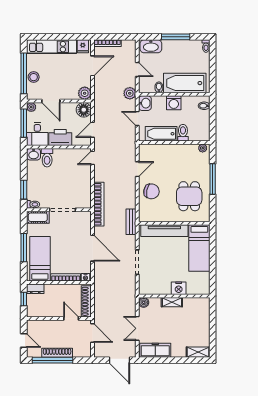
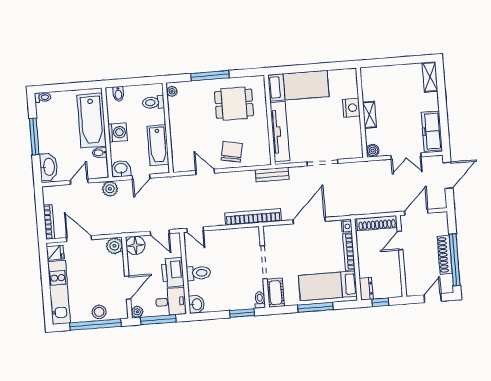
toilet: (183, 133) -> (153, 102), moved
toilet: (47, 158) -> (198, 273), moved

